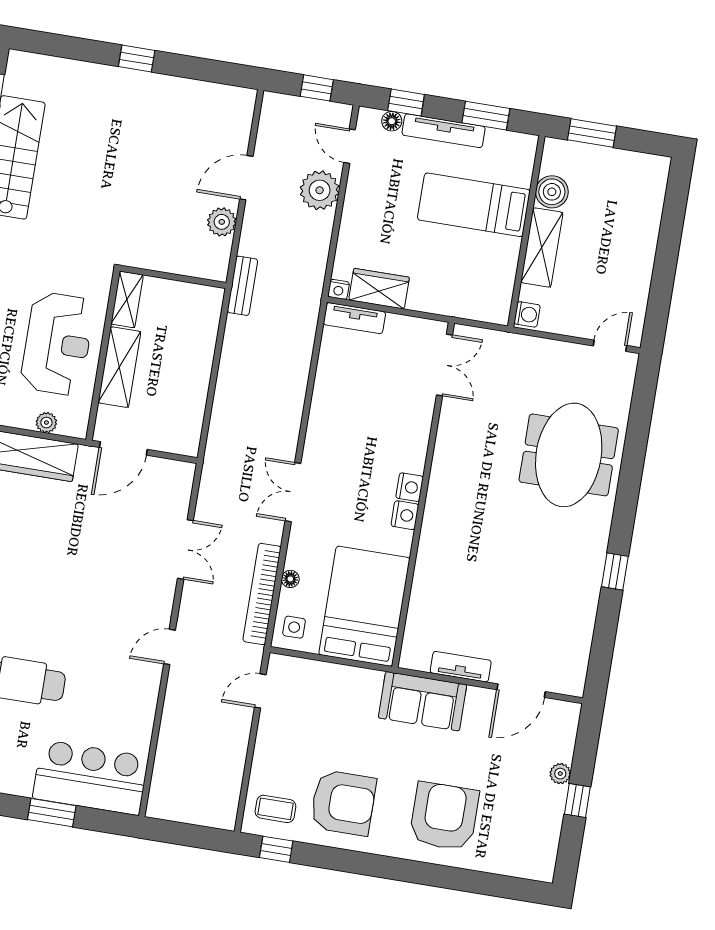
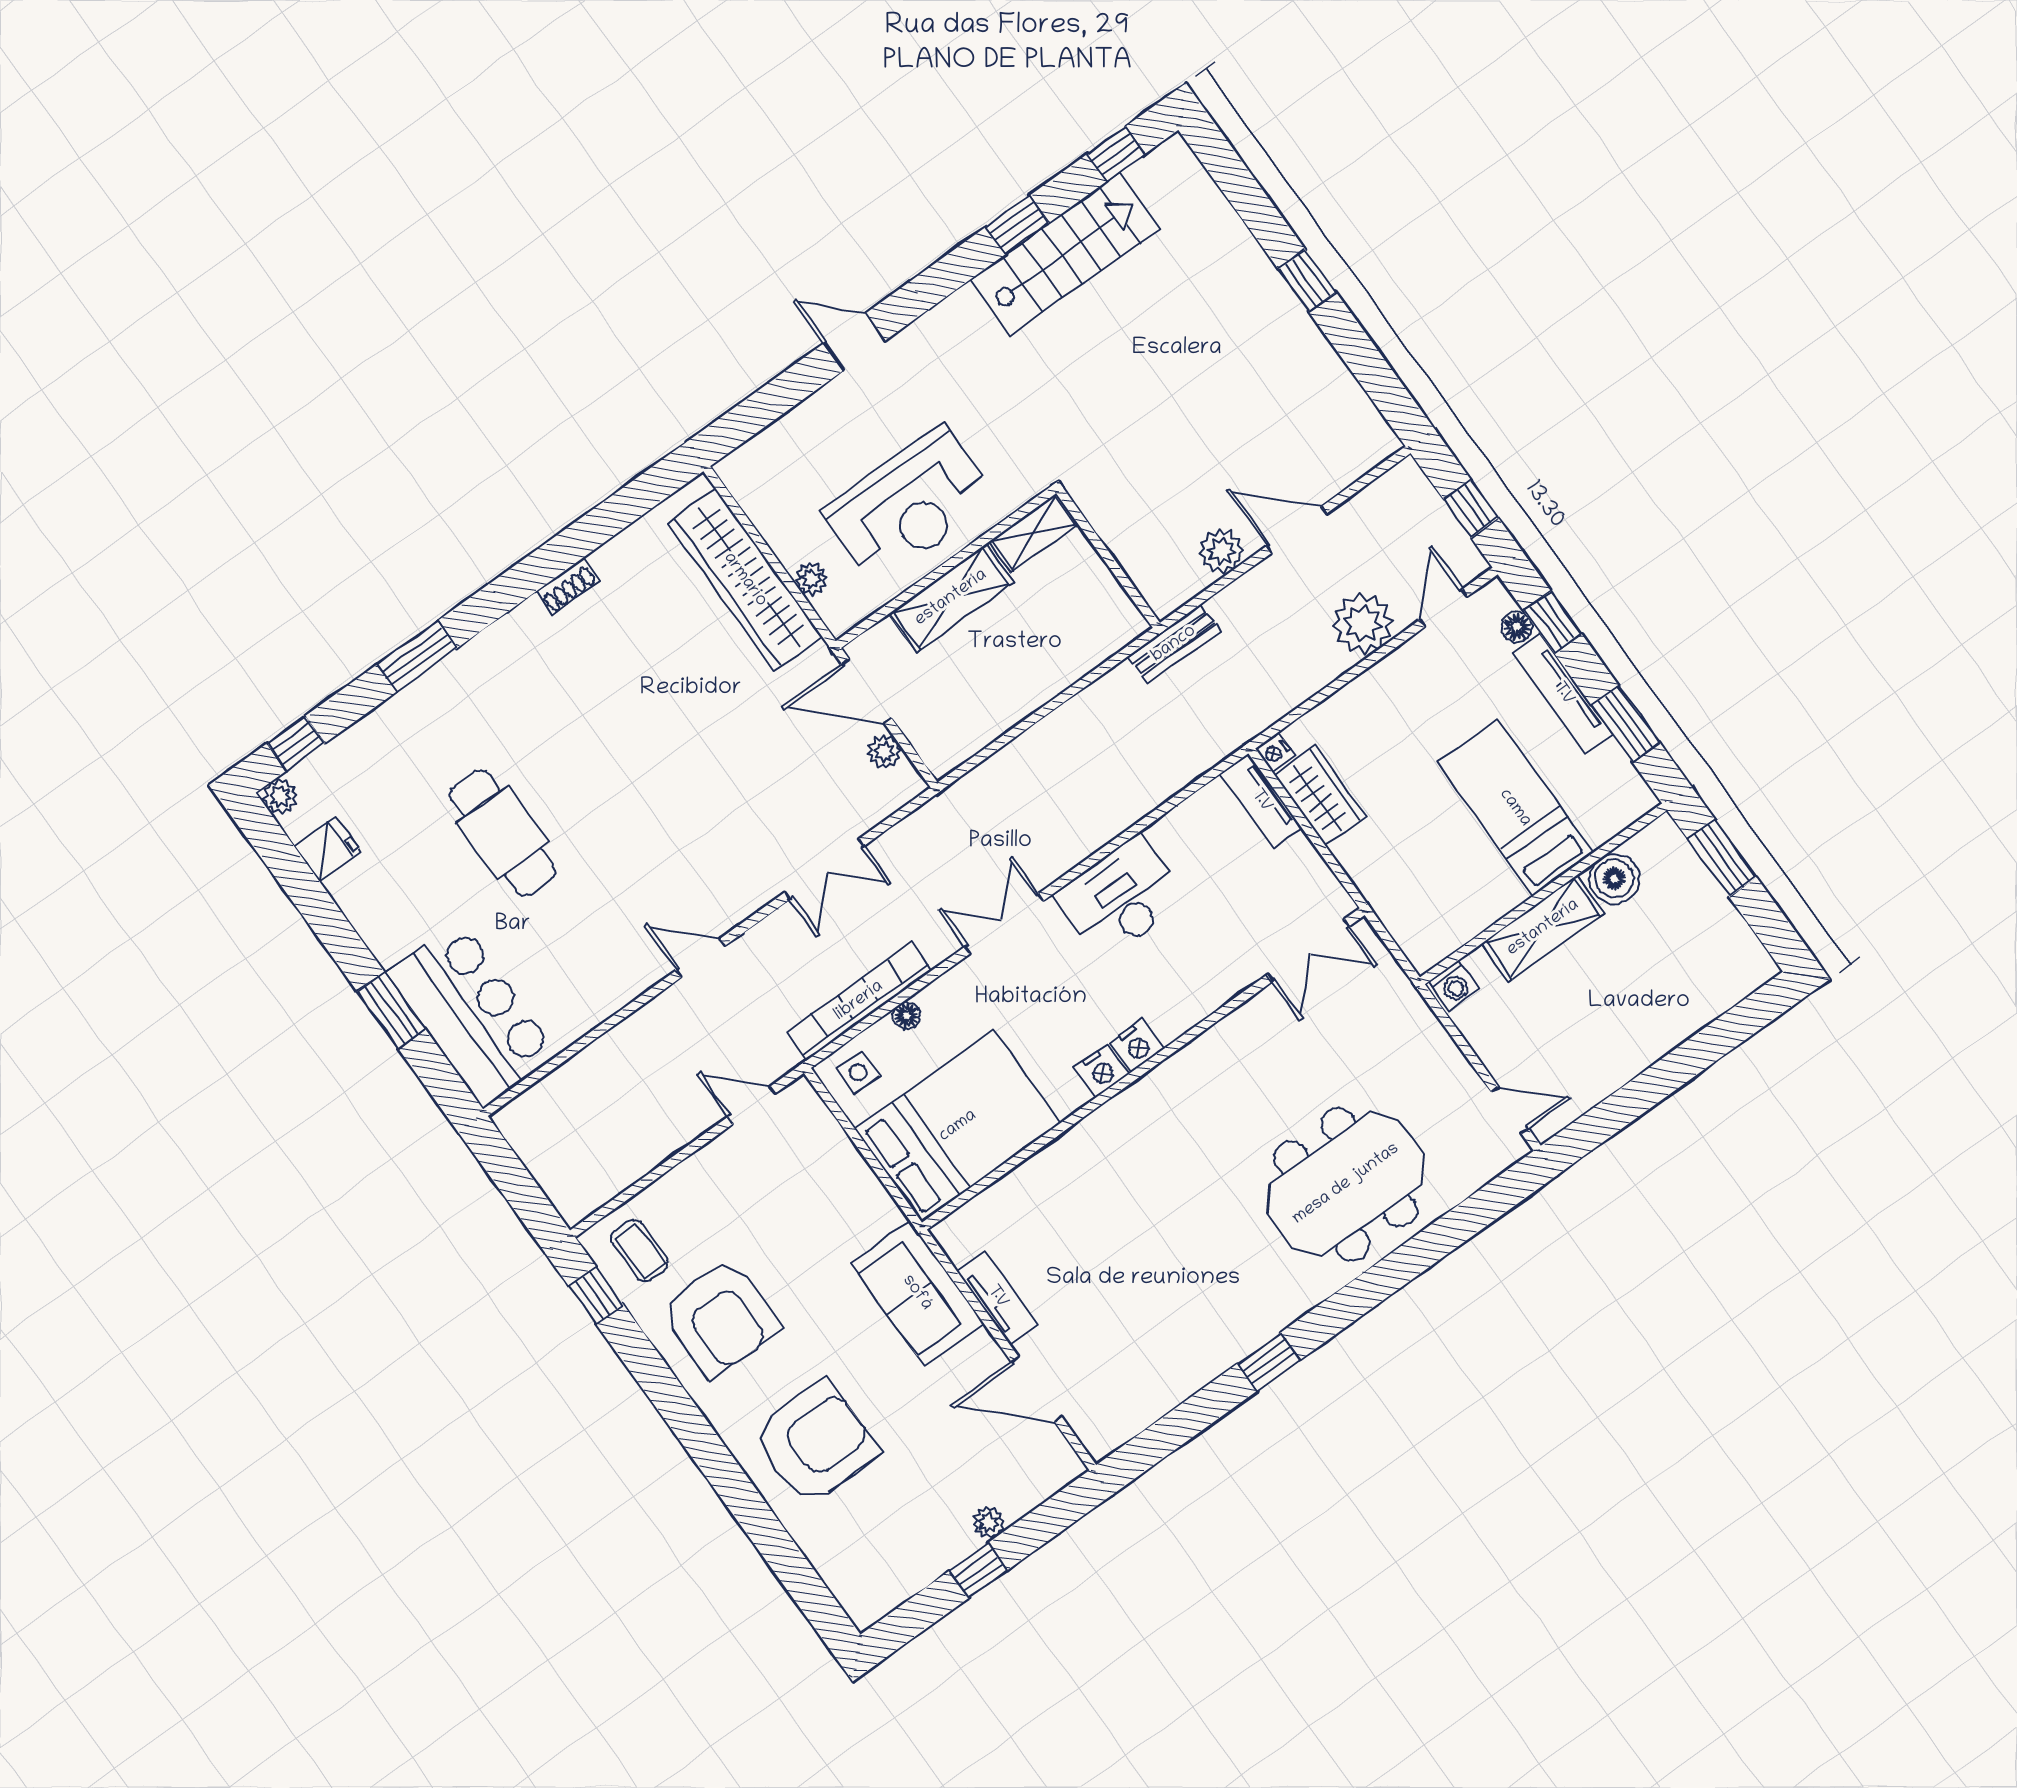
desk: (335, 427) -> (1121, 898), added
plant: (159, 468) -> (885, 752), added

